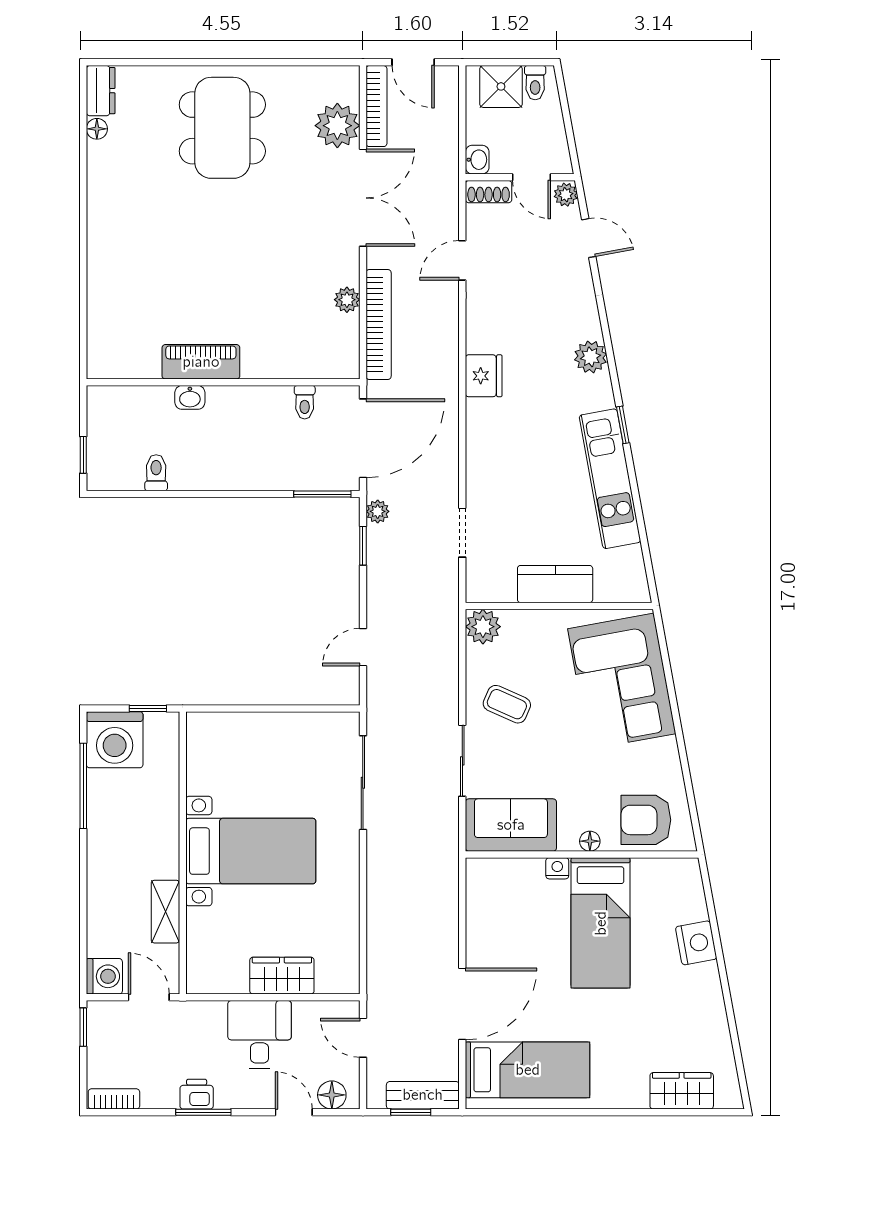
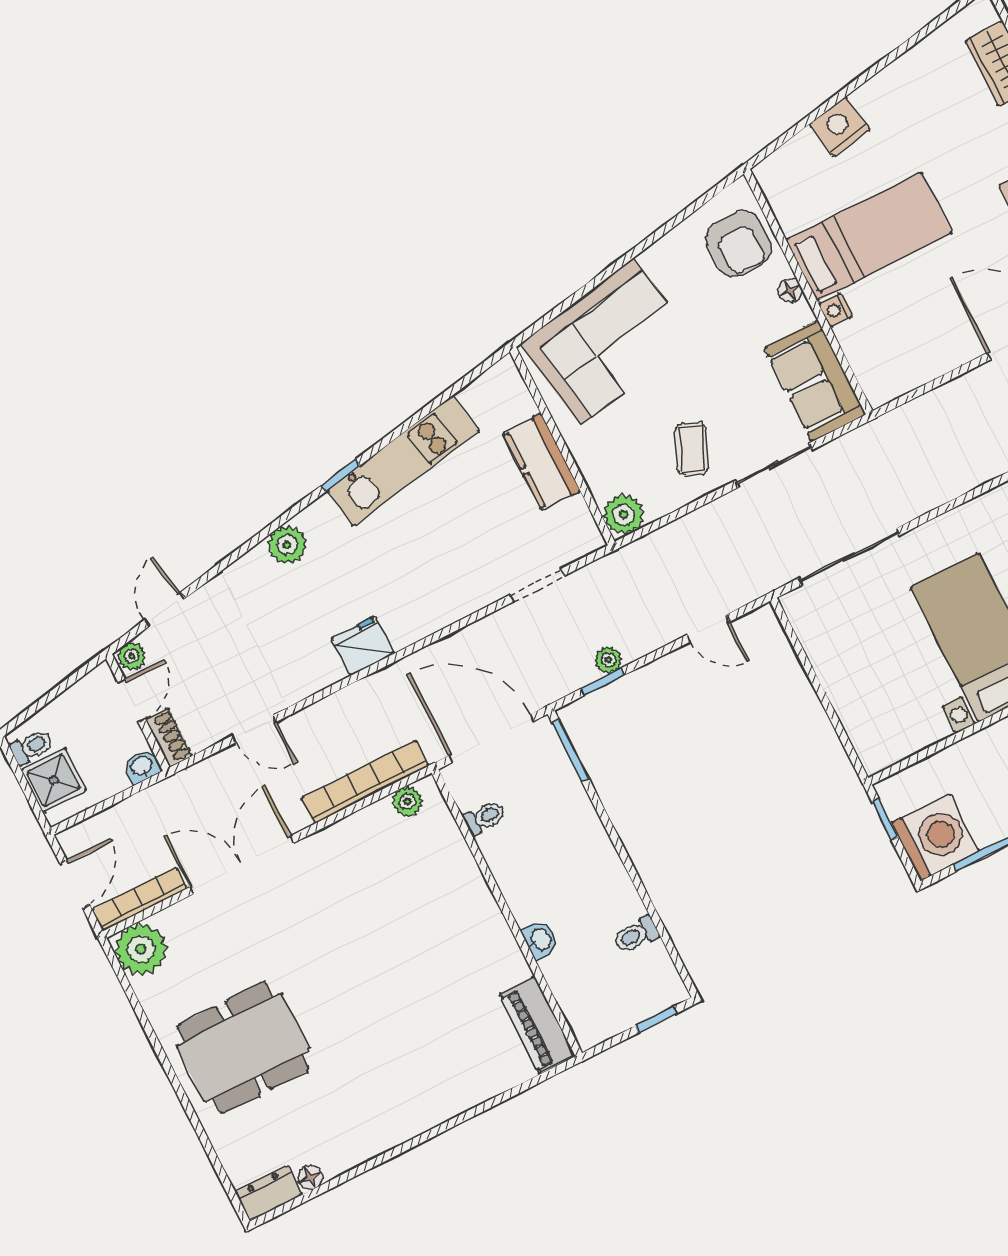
plant: (337, 126) -> (141, 949), moved
plant: (347, 300) -> (408, 802), moved
piano: (201, 362) -> (537, 1025), moved
plant: (378, 511) -> (608, 660), moved

